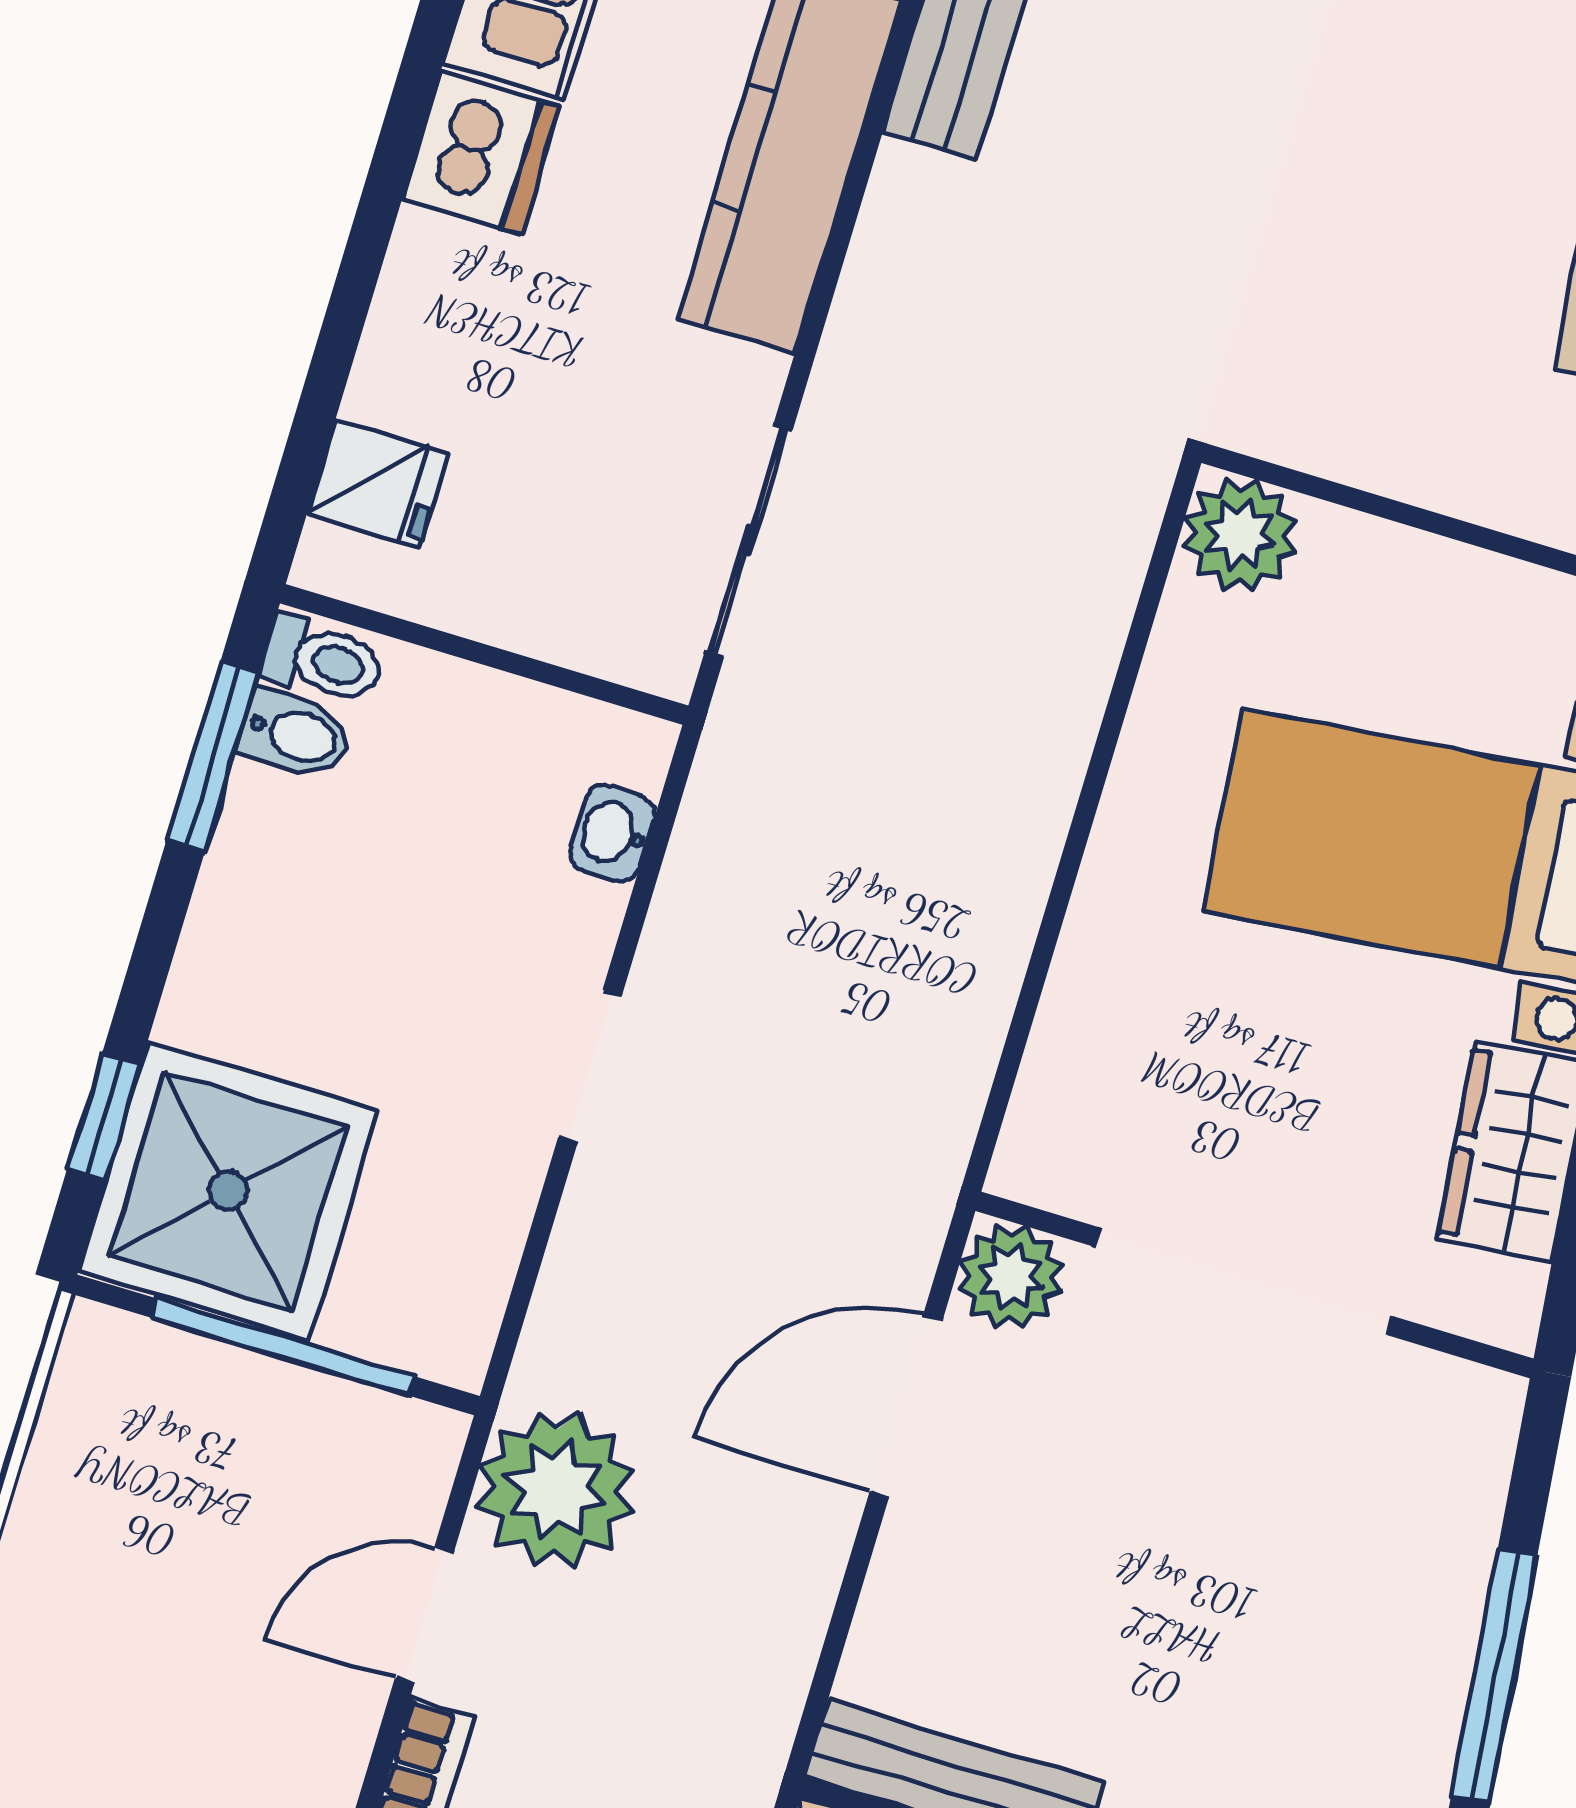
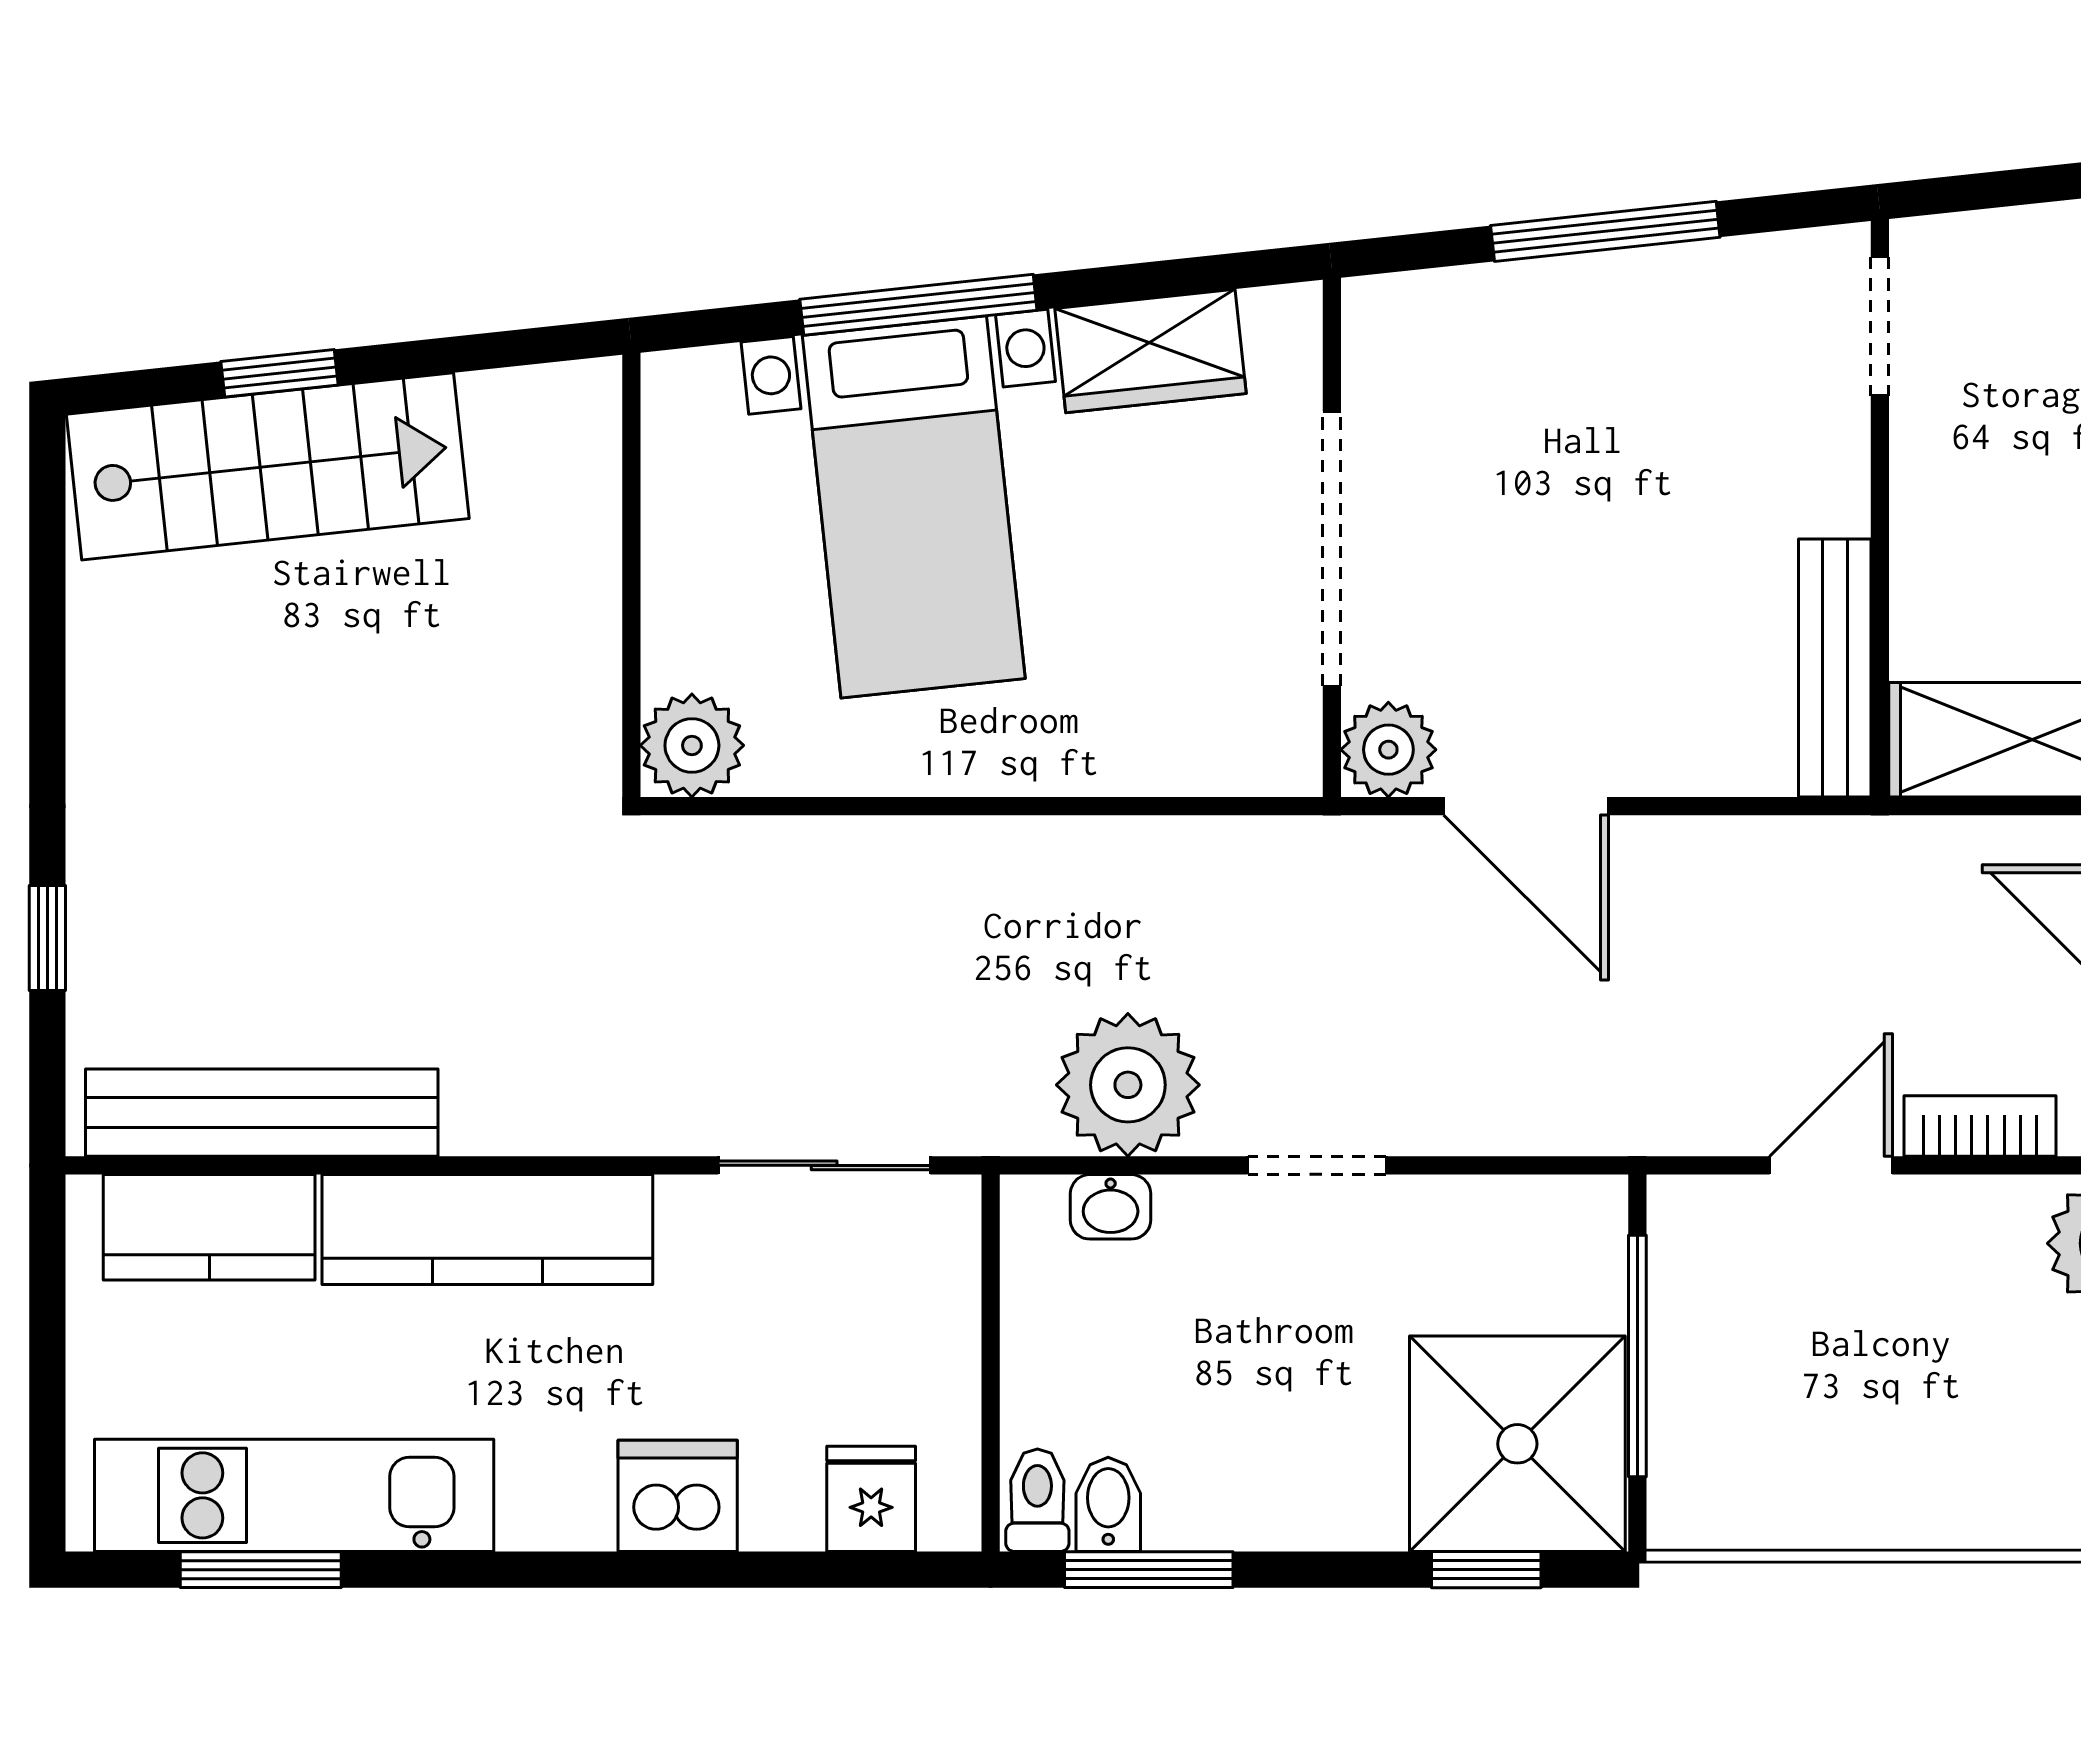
dishwasher: (481, 152) -> (678, 1496), moved
plant: (556, 1490) -> (1128, 1085), moved
door: (424, 1615) -> (1831, 1165), swing flipped

